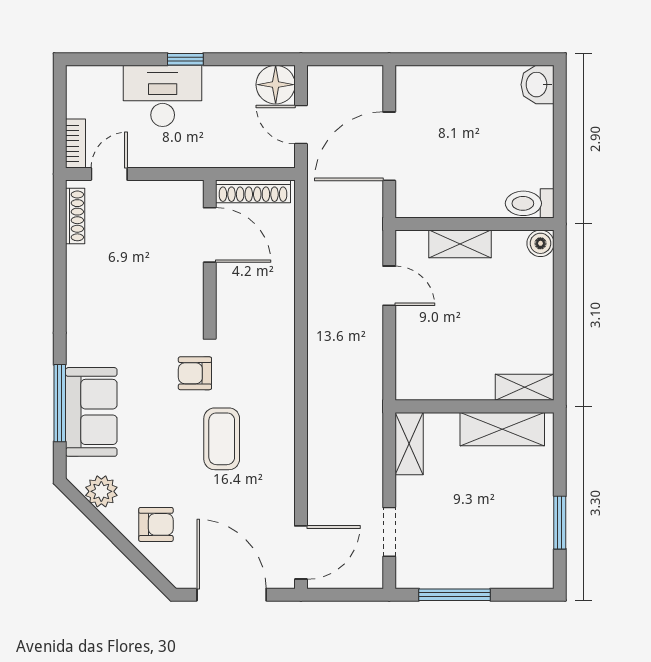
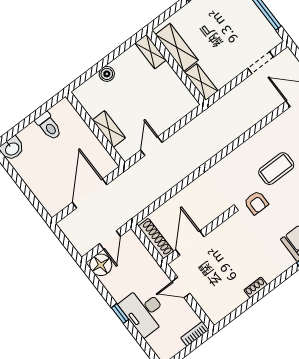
door: (389, 146) -> (90, 194), swing flipped
door: (109, 174) -> (181, 288), moved
toilet: (530, 203) -> (49, 126), moved
shoe rack: (75, 216) -> (256, 287), moved, width x0.70
boiler: (540, 243) -> (107, 74), moved
shelving: (409, 444) -> (201, 82), moved, turned 90

